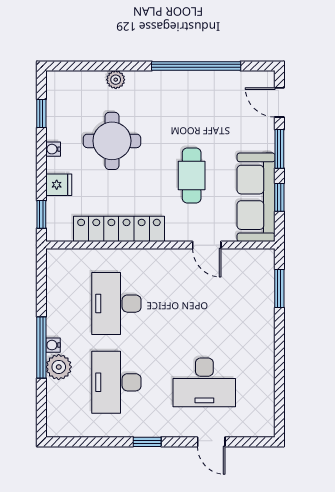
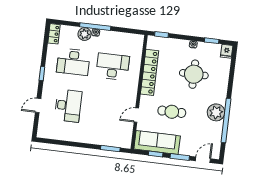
plant: (116, 80) -> (216, 112), moved, width x1.87, depth x1.87
fridge: (59, 185) -> (227, 51), moved
desk: (116, 382) -> (73, 62), turned 180
desk: (204, 382) -> (68, 106), turned 180
locker: (66, 427) -> (54, 34), added

